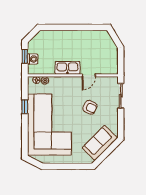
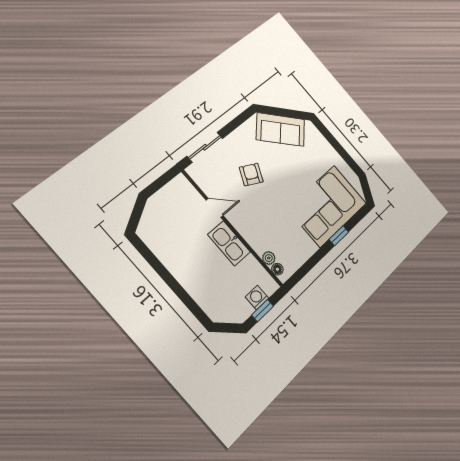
window: (25, 107) -> (339, 236), moved
corner sofa: (49, 125) -> (327, 206), width x0.73, depth x0.74

